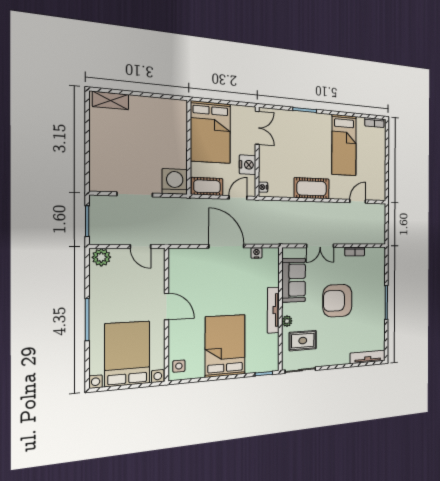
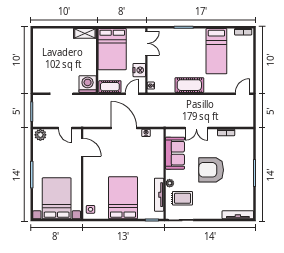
shelving: (111, 100) -> (85, 33), moved
door: (358, 201) -> (243, 94), moved
door: (167, 306) -> (82, 147), moved
tv unit: (273, 310) -> (159, 195), moved

